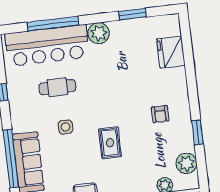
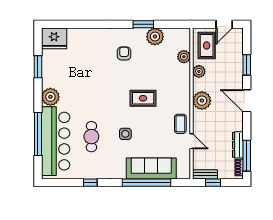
fridge: (171, 52) -> (54, 38), moved
armchair: (160, 114) -> (124, 54), turned -90
plant: (186, 163) -> (155, 37), moved

